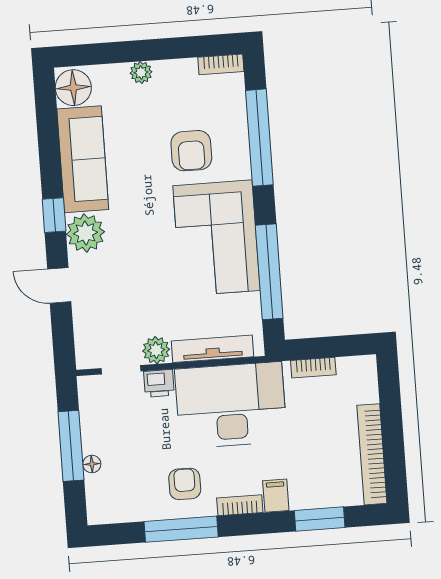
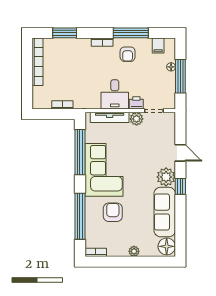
desk: (231, 405) -> (115, 94), width x0.53, depth x0.77
filing cabinet: (276, 496) -> (158, 45), moved

